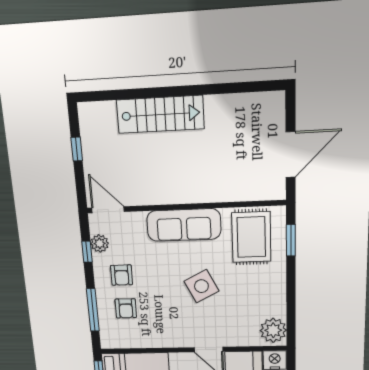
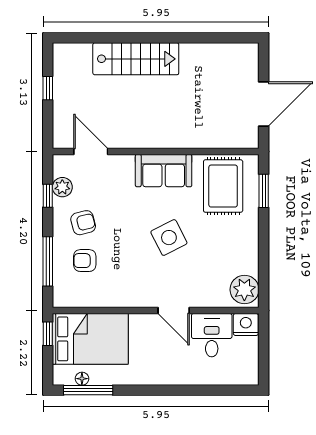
door: (108, 210) -> (91, 151), moved
sofa: (184, 225) -> (164, 171), width x0.73
armchair: (122, 275) -> (83, 223), turned -104
armchair: (126, 308) -> (85, 261), turned 90

